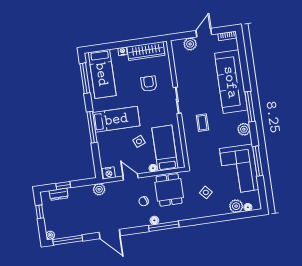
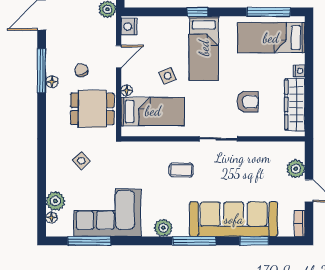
window: (244, 65) -> (254, 241), added
window: (92, 127) -> (198, 12), width x0.46
window: (258, 161) -> (89, 241), moved
window: (164, 226) -> (42, 71), moved

